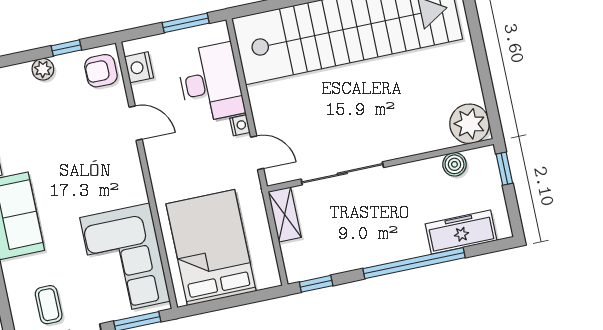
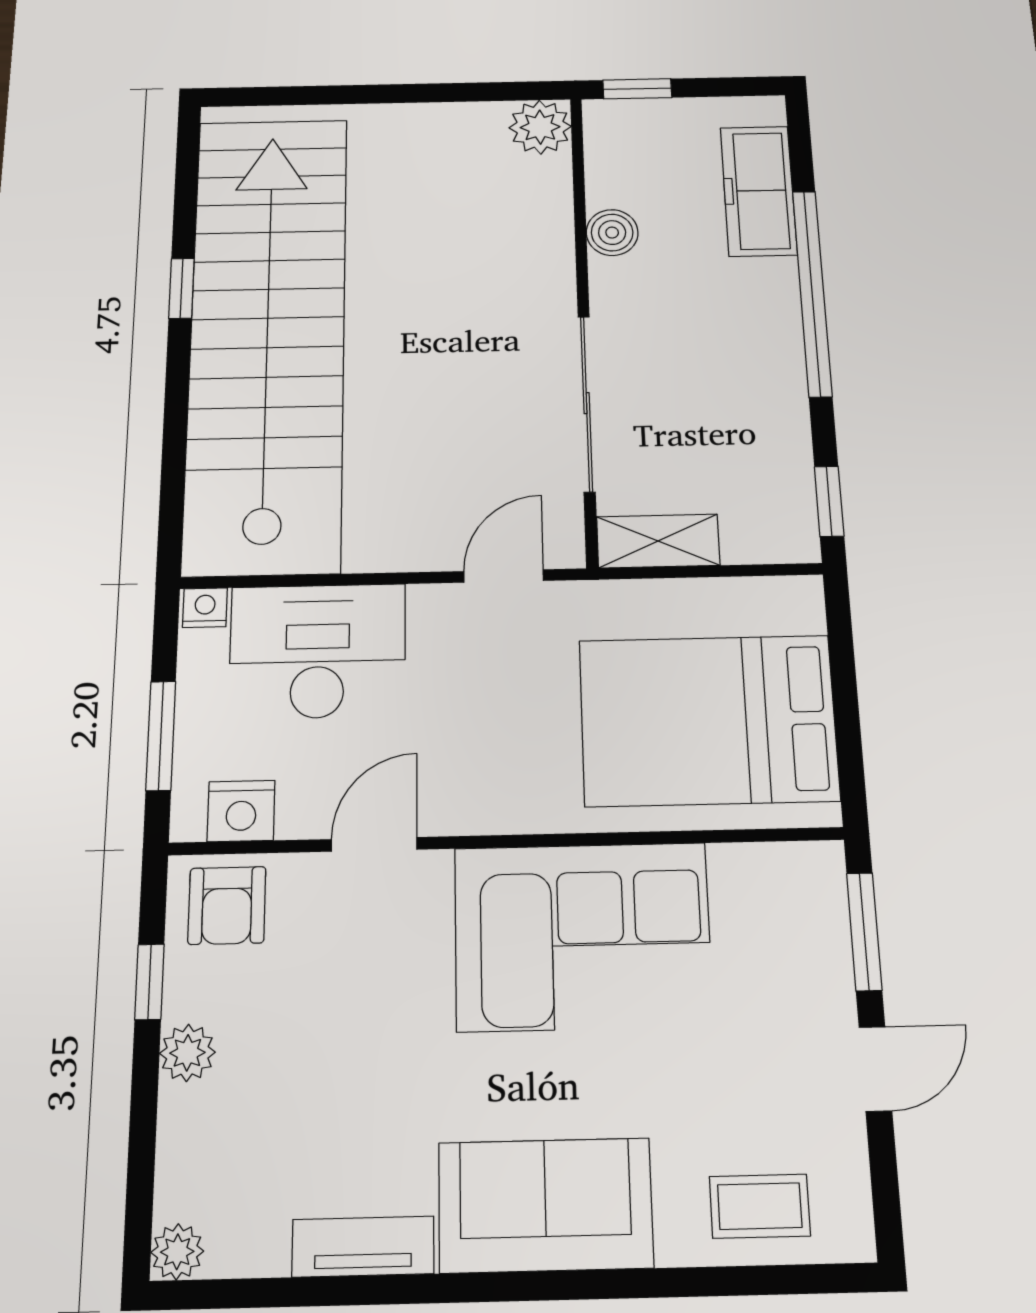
window: (186, 23) -> (161, 736), moved
plant: (470, 124) -> (540, 127), width x0.73, depth x0.73
nightstand: (240, 125) -> (205, 608), moved
boiler: (454, 164) -> (612, 233), moved
corner sofa: (125, 259) -> (583, 936), moved
coffee table: (49, 305) -> (760, 1206), moved

